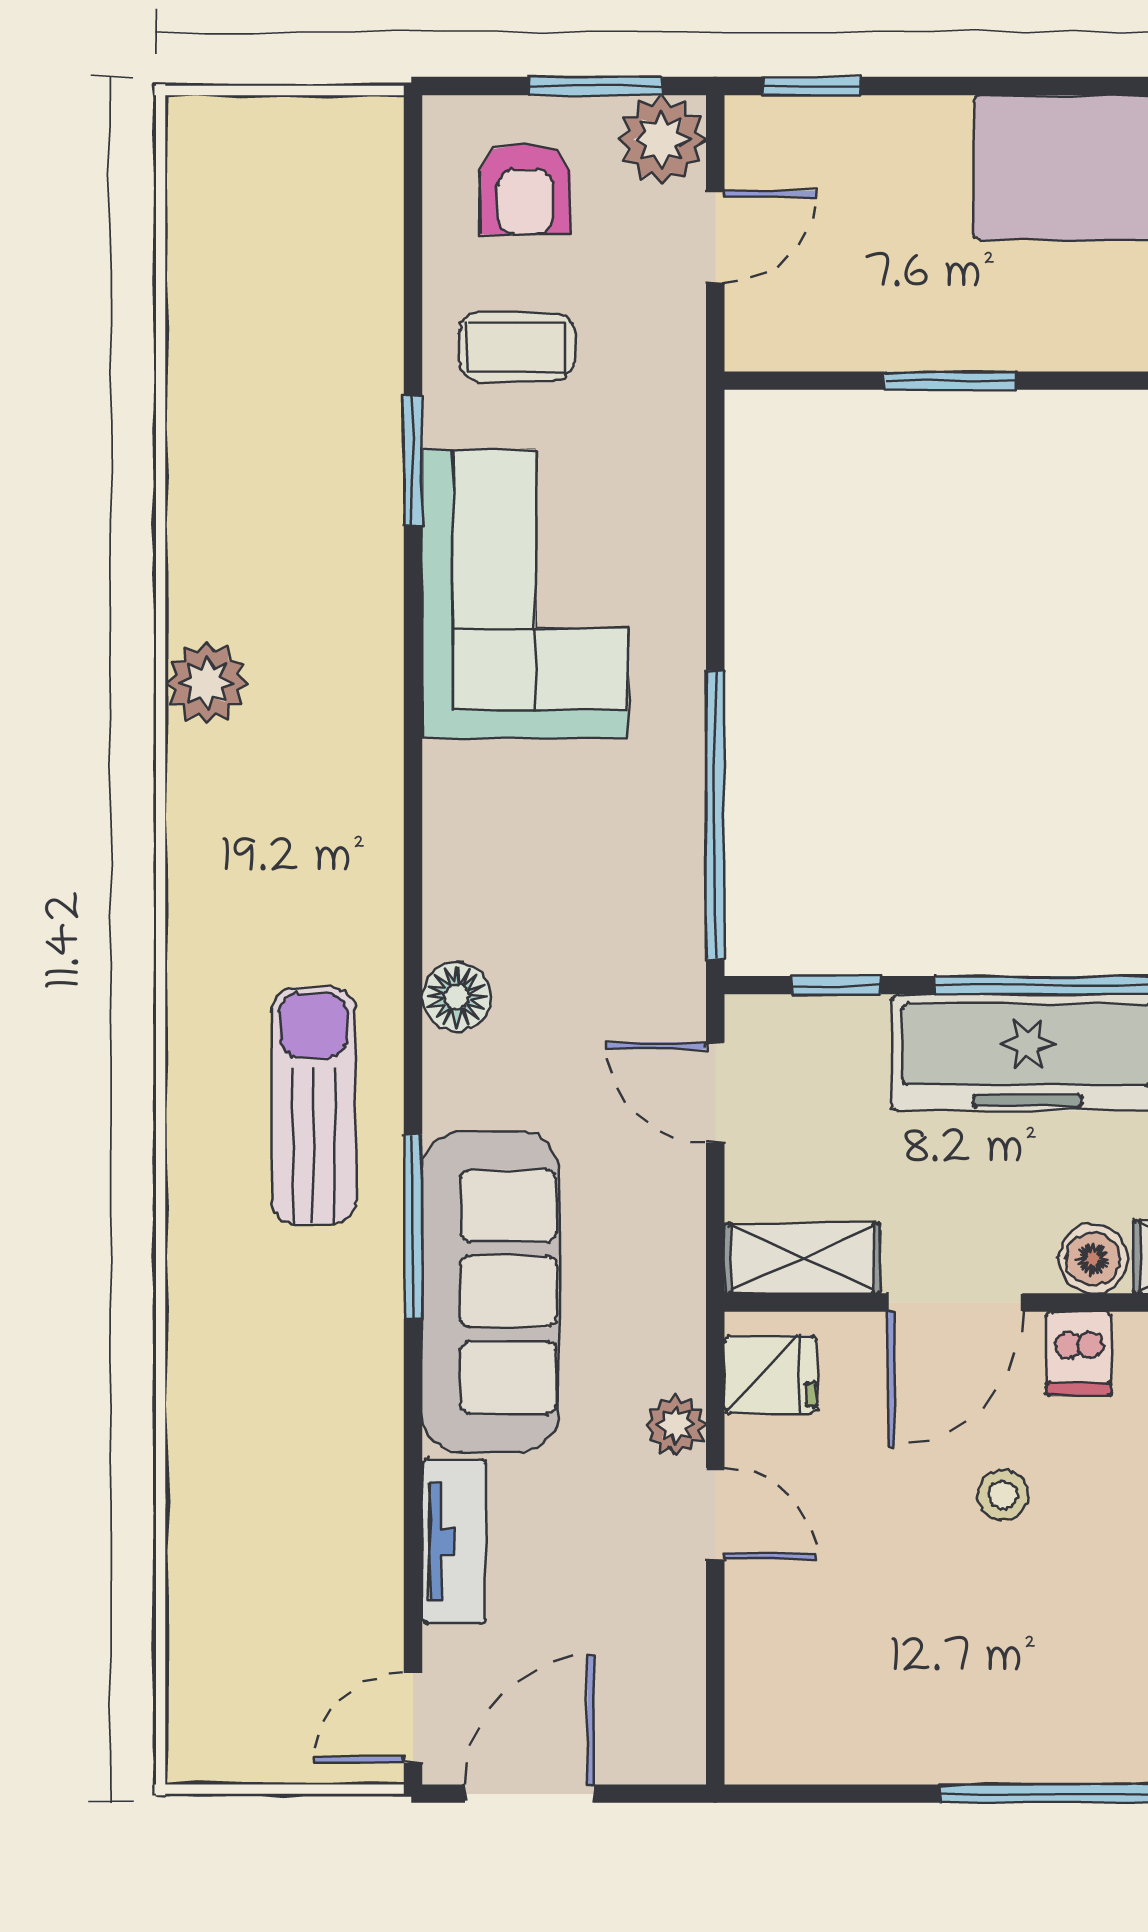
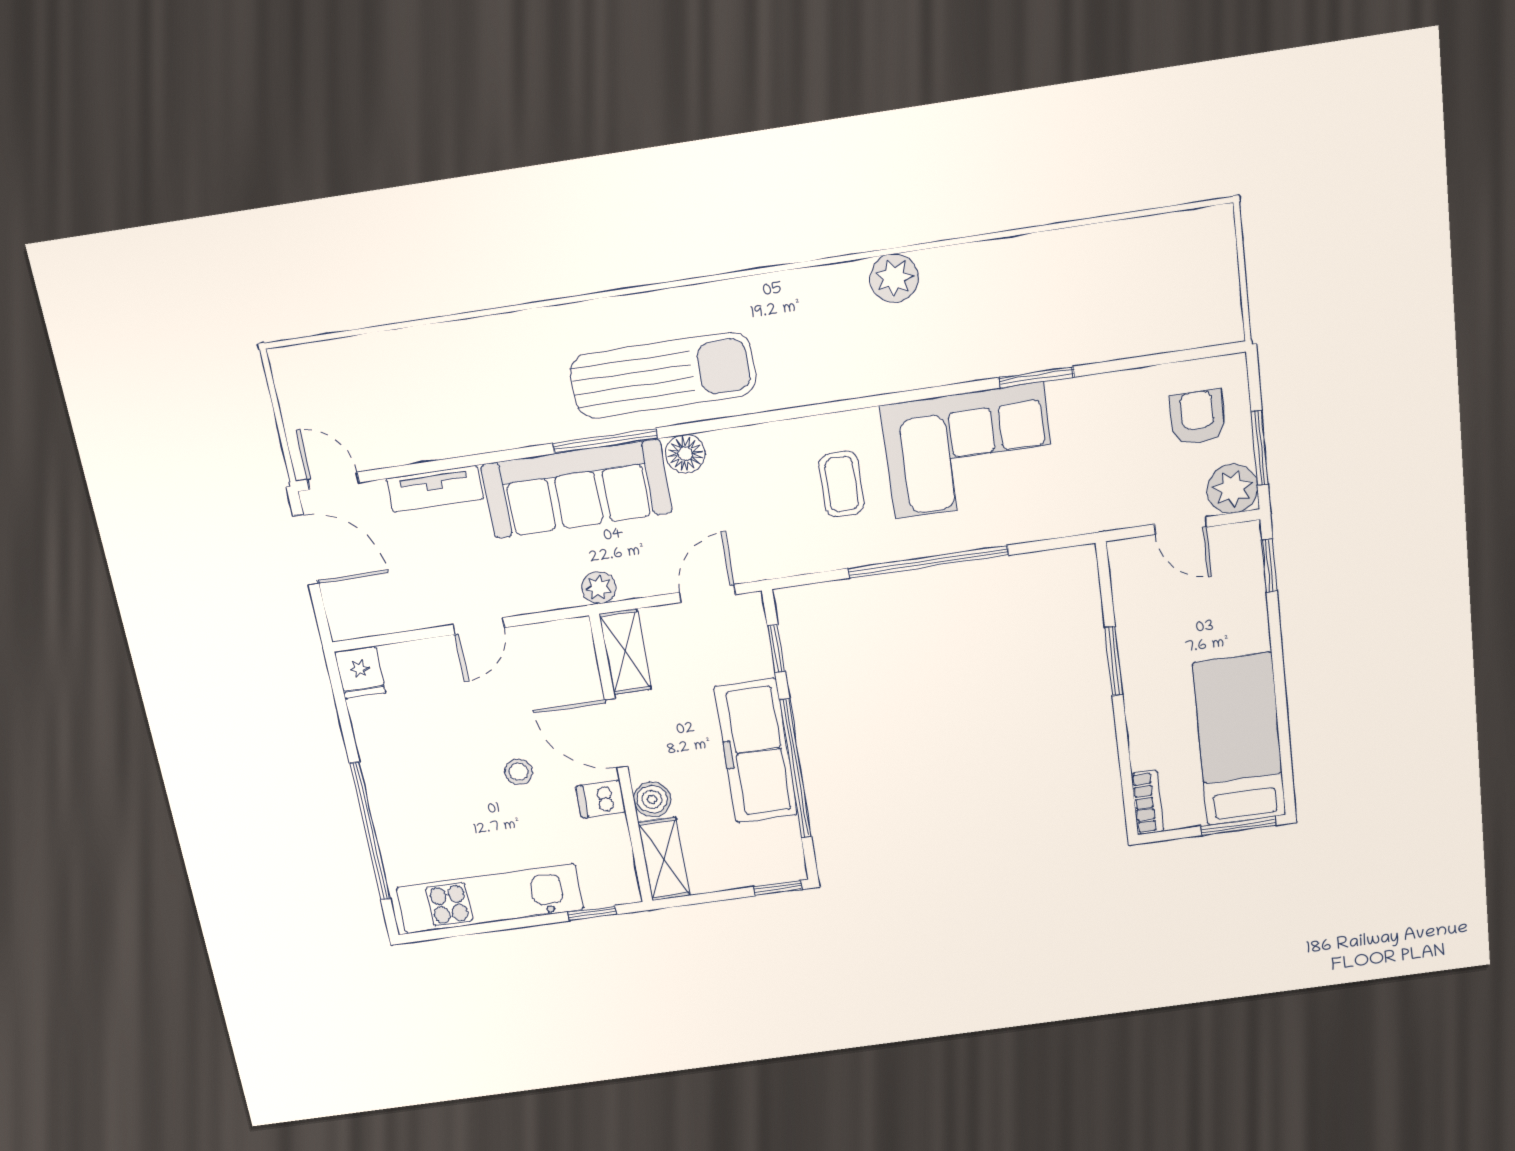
armchair: (525, 189) -> (1198, 417), turned 90
coffee table: (517, 347) -> (842, 484), moved
window: (715, 815) -> (928, 562), moved
floor lamp: (457, 997) -> (685, 454), moved
sun lounger: (313, 1105) -> (663, 375), width x1.36, depth x1.34
fridge: (770, 1374) -> (360, 673), moved
plant: (676, 1425) -> (599, 588), moved

